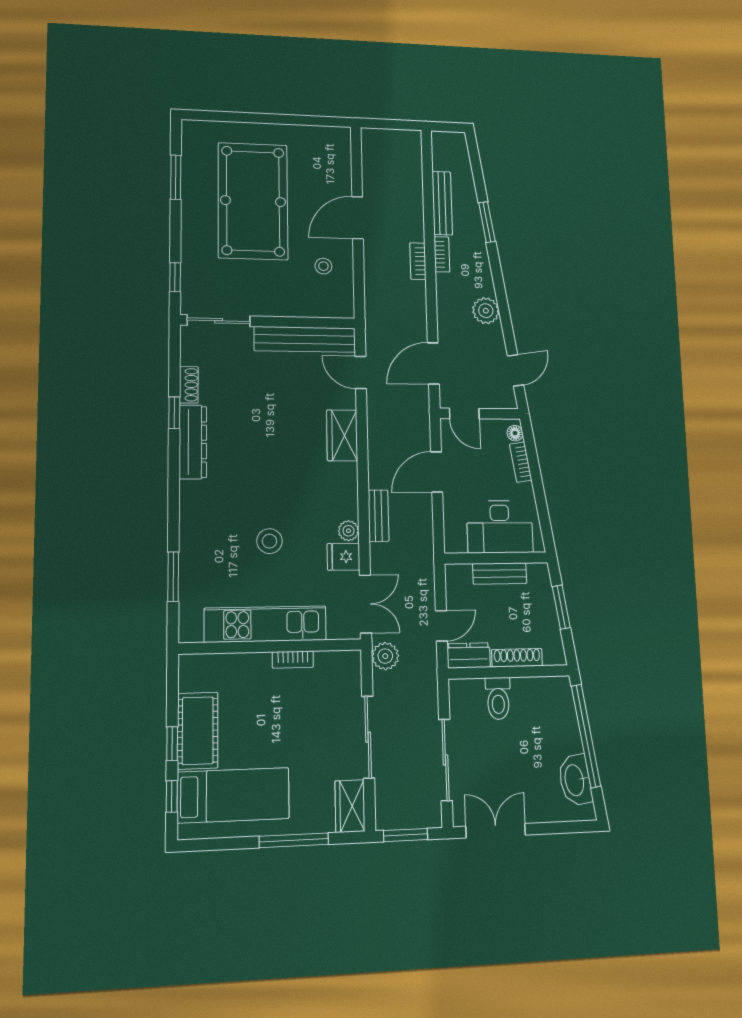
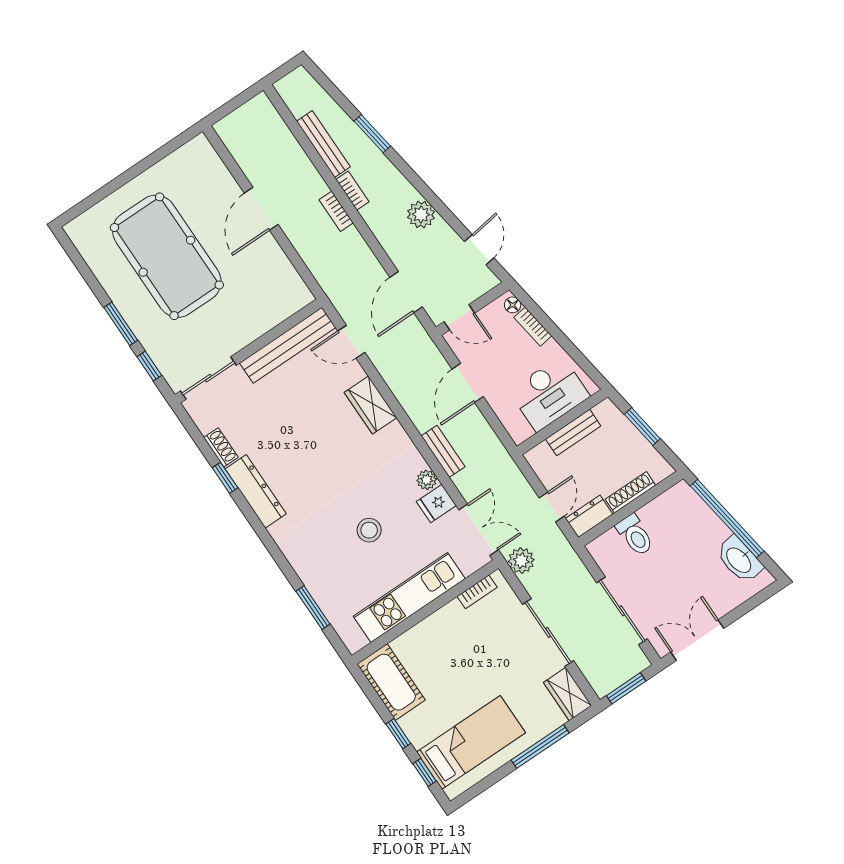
window: (176, 177) -> (121, 324), moved
stool: (323, 266) -> (261, 272), removed
bookcase: (293, 660) -> (477, 592), moved
cot: (198, 731) -> (391, 682), moved

